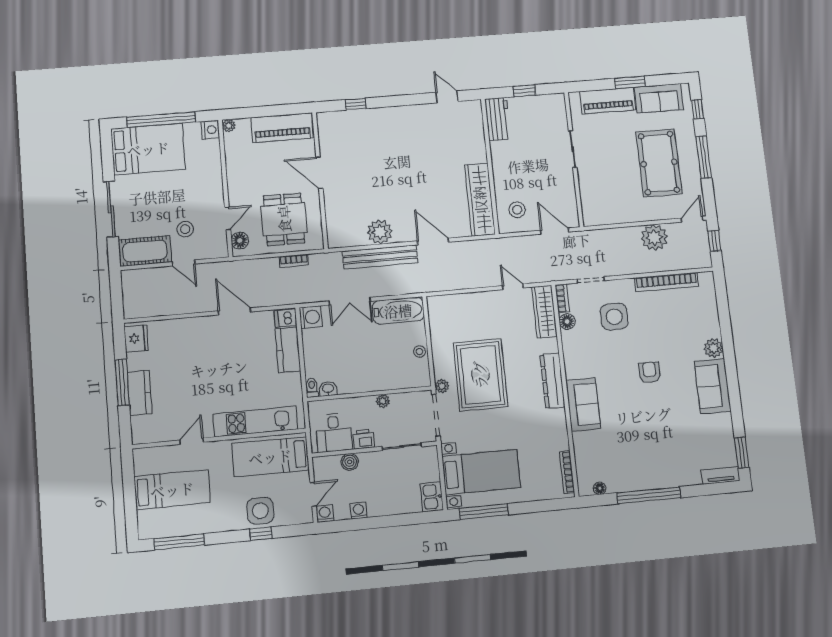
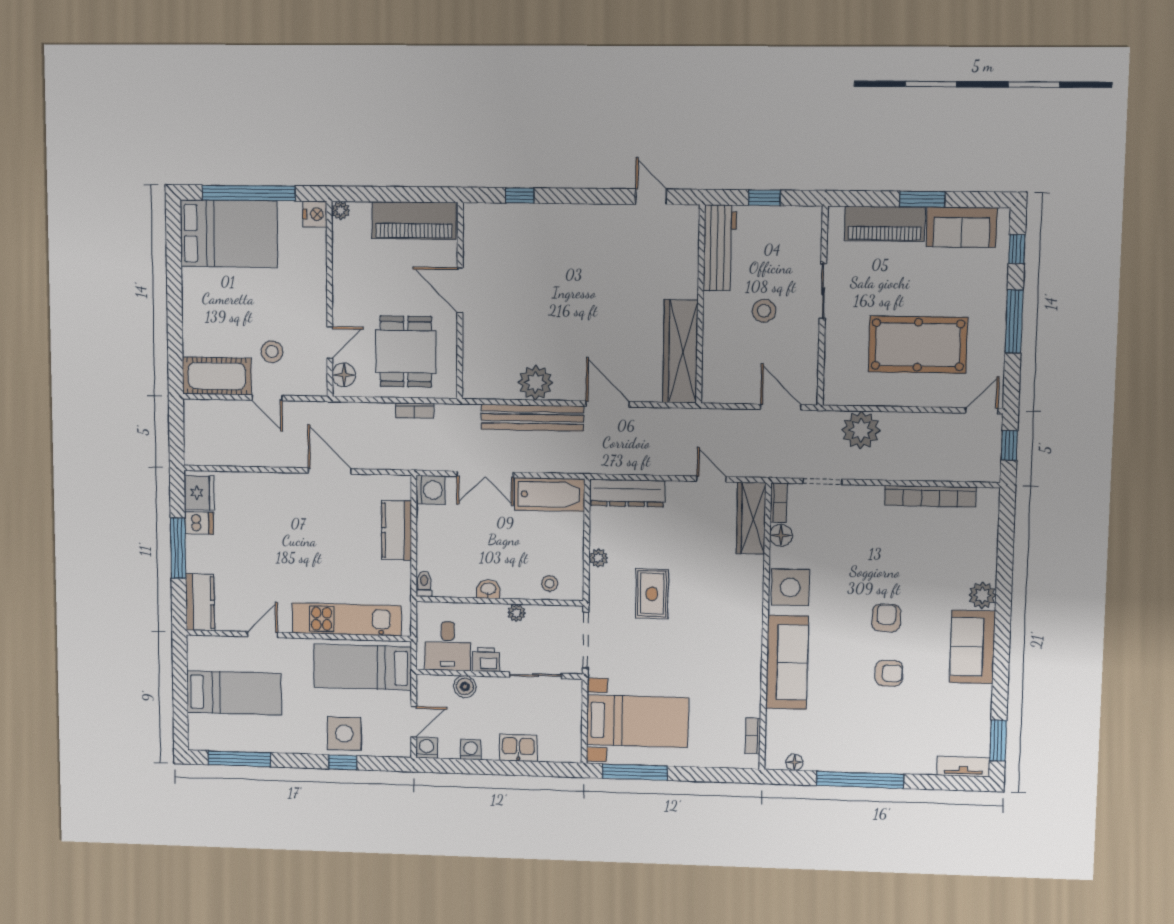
workbench: (498, 119) -> (720, 248), width x1.37
pool table: (659, 163) -> (918, 345), moved, turned 90
sliding door: (111, 209) -> (175, 314), removed
stool: (517, 210) -> (764, 311), moved
plant: (654, 238) -> (861, 430), moved
side table: (614, 317) -> (790, 587), moved
dishwasher: (286, 318) -> (199, 523), moved, turned 180
stool: (419, 351) -> (550, 583), moved
rug: (480, 375) -> (652, 594), width x0.54, depth x0.49
dresser: (552, 381) -> (627, 493), moved, turned -90
plant: (442, 386) -> (598, 558), moved
washbasin: (328, 389) -> (488, 589), moved
kitchen counter: (139, 393) -> (200, 602), moved
sofa: (583, 404) -> (787, 662), width x1.36
armchair: (657, 413) -> (889, 673), added
bookcase: (567, 472) -> (753, 736), width x0.64
kitchen sink: (432, 497) -> (518, 748), moved, turned 90

